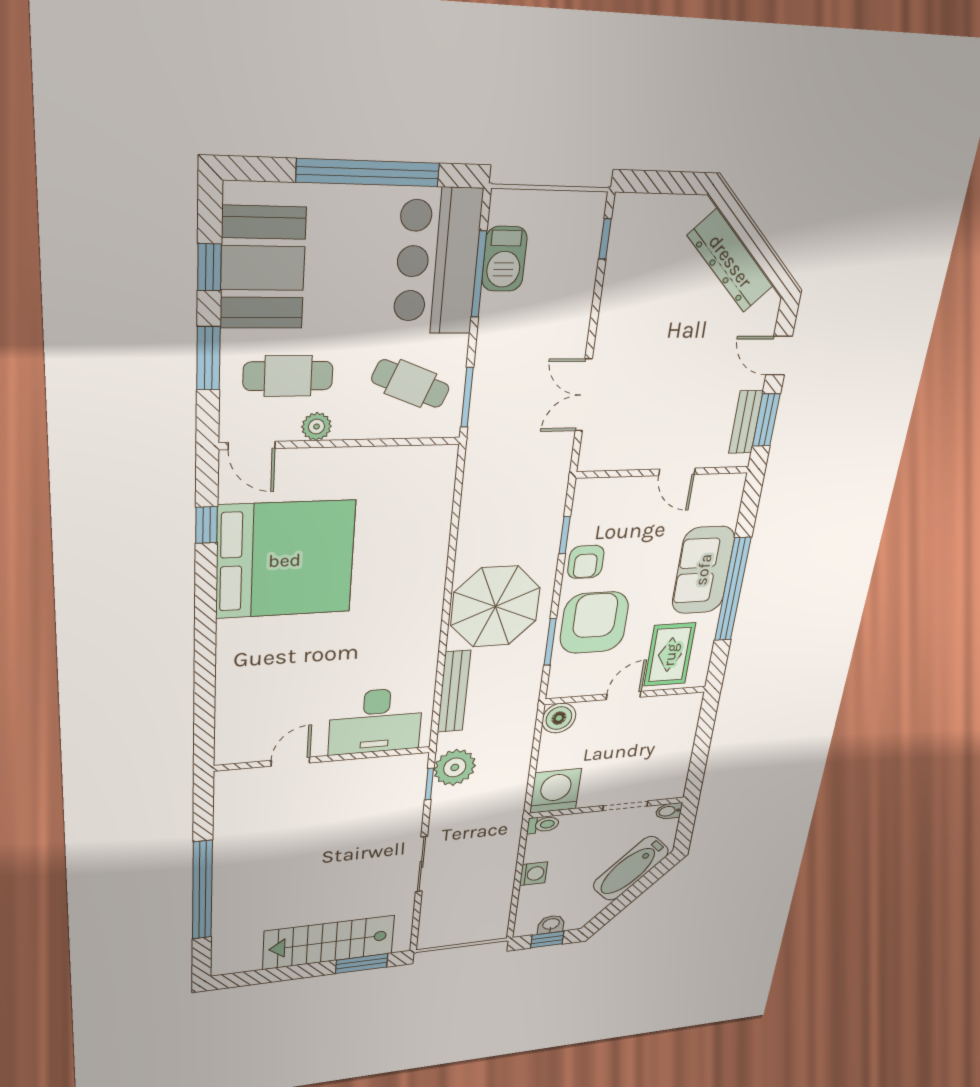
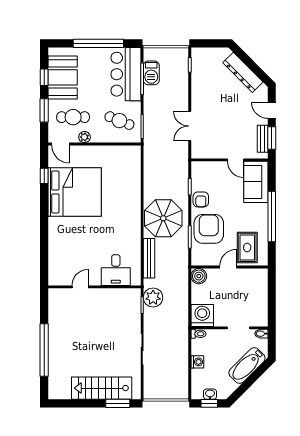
sofa: (703, 570) -> (256, 182), moved
desk: (376, 721) -> (116, 270), width x0.73

